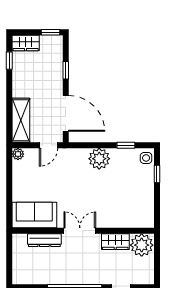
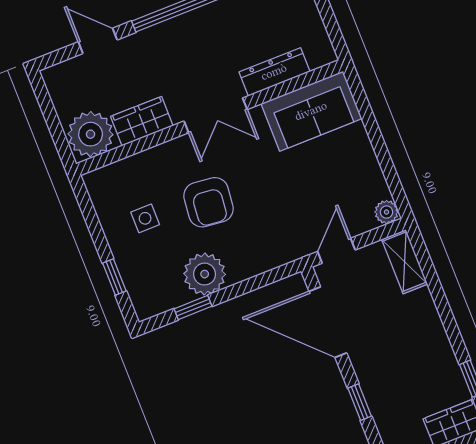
shelving: (21, 120) -> (405, 262), width x0.67, depth x0.75
side table: (146, 158) -> (145, 218), moved
plant: (99, 159) -> (205, 274), moved
armchair: (99, 191) -> (209, 202), added

